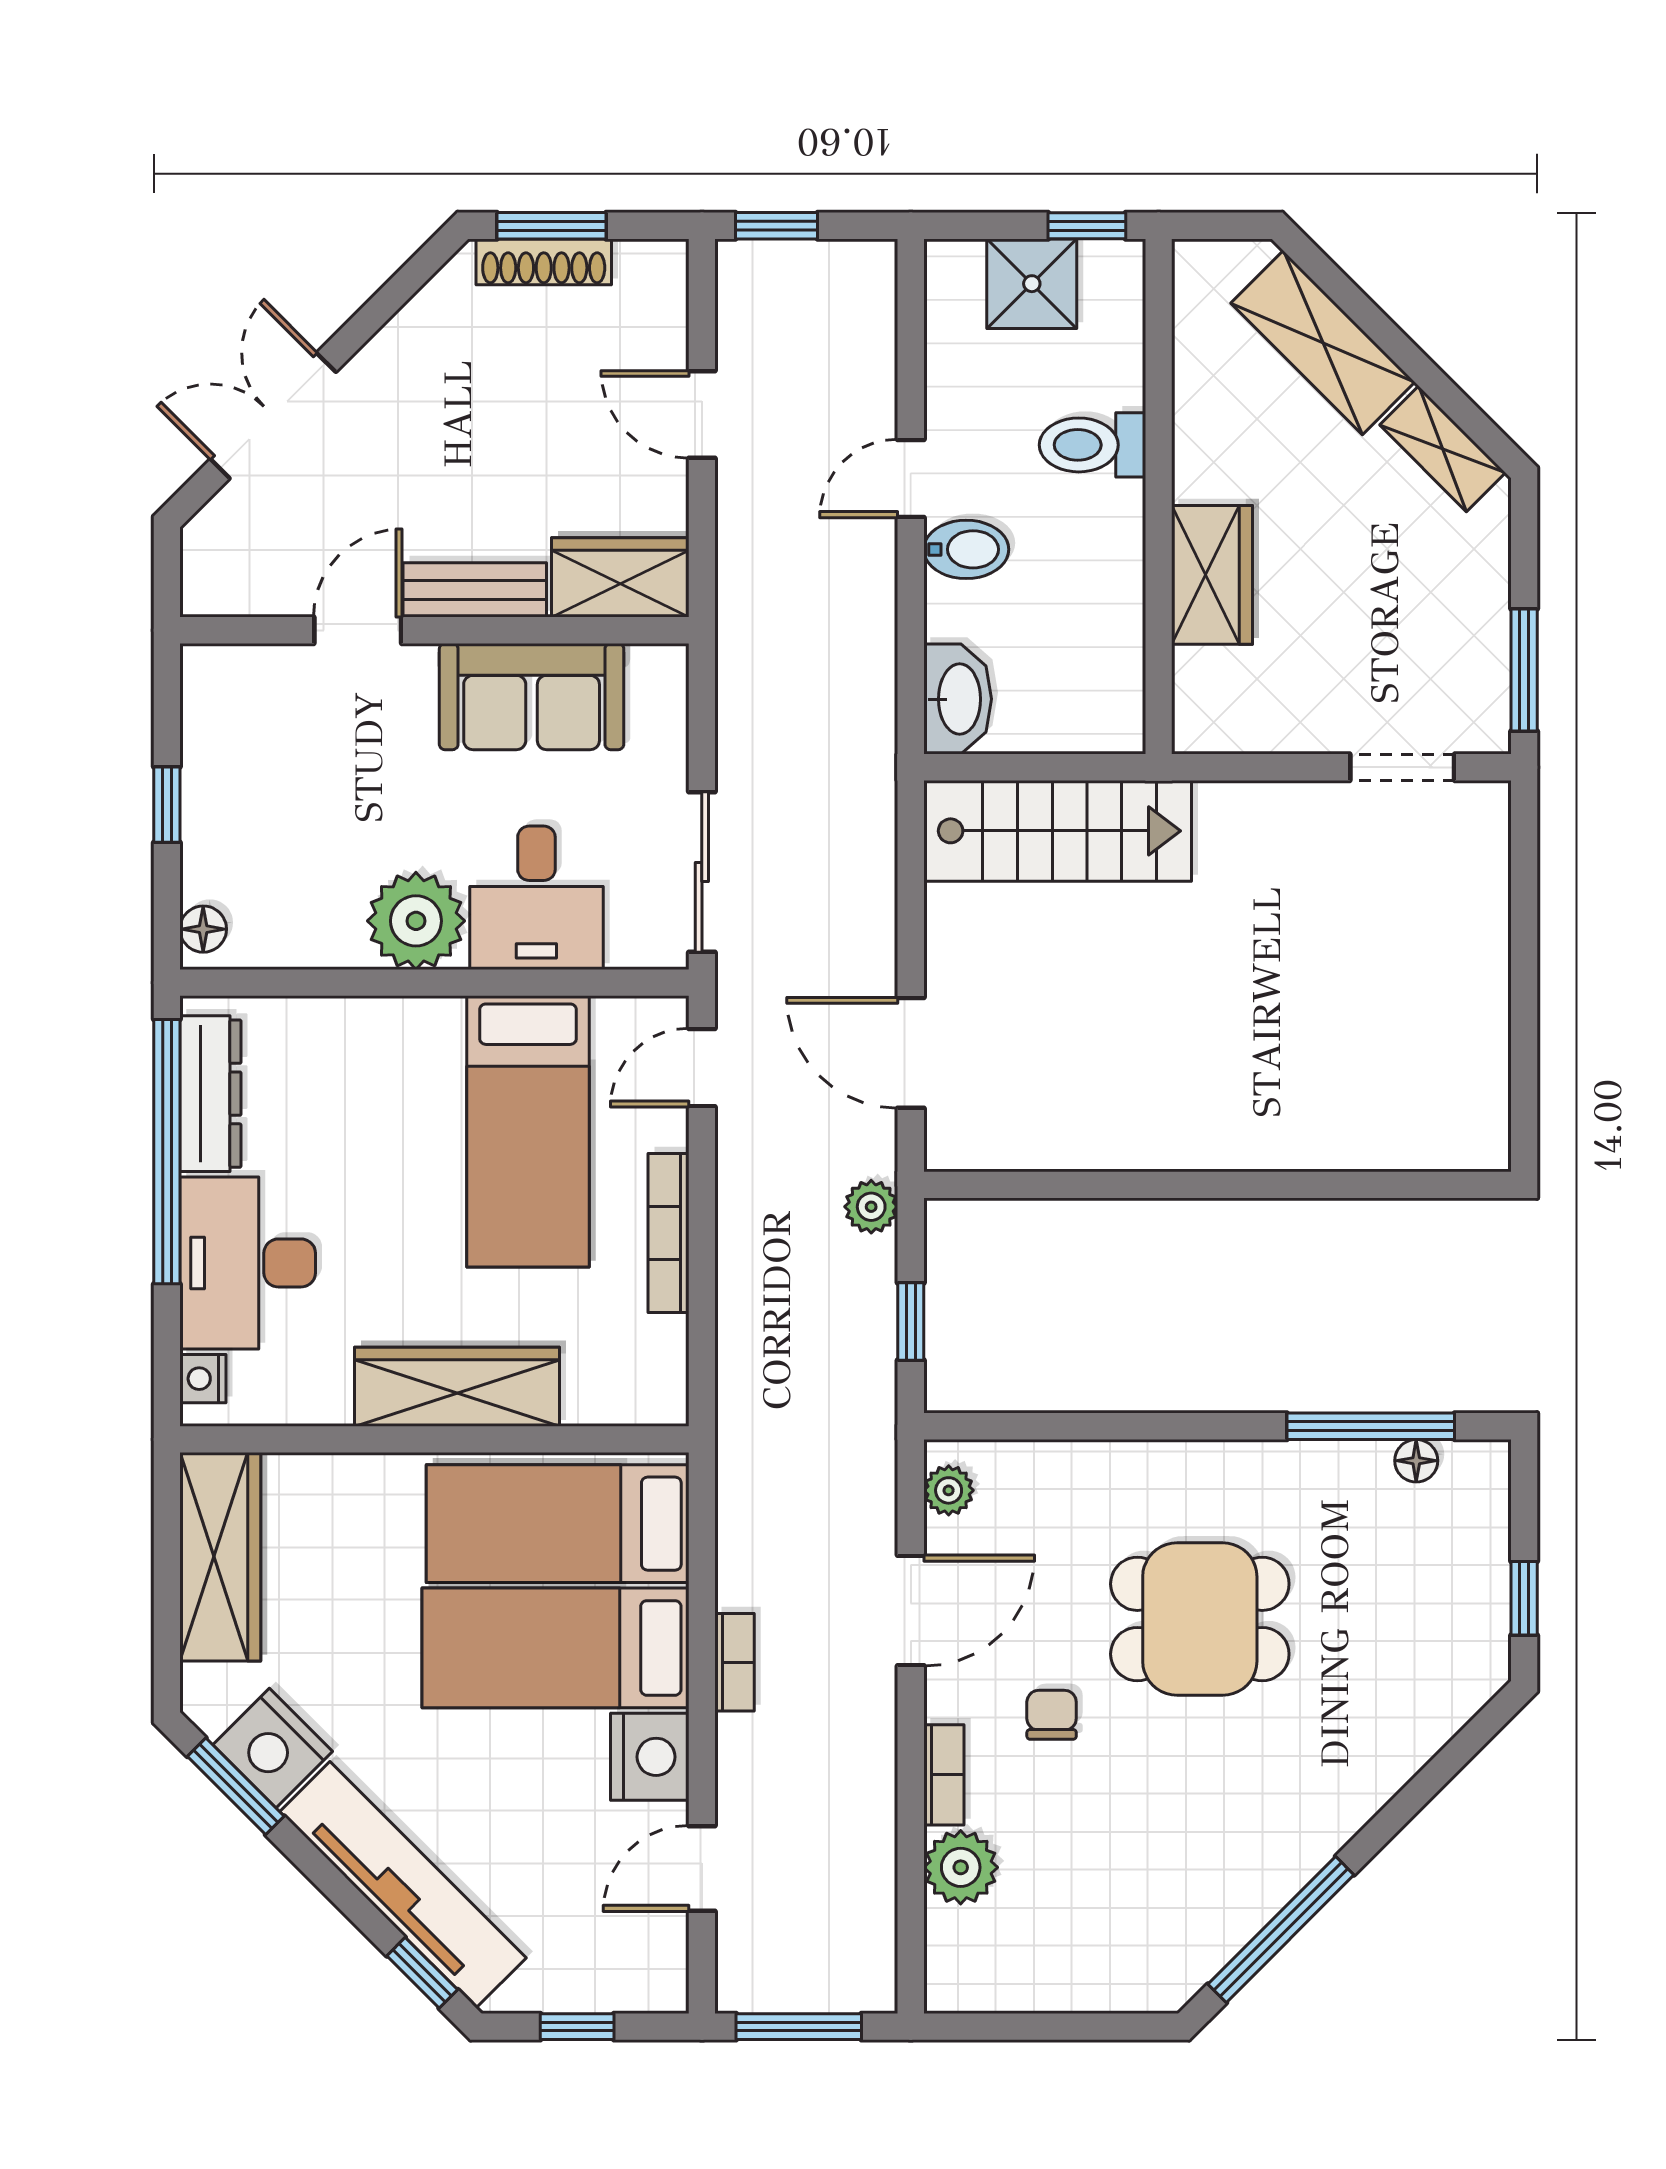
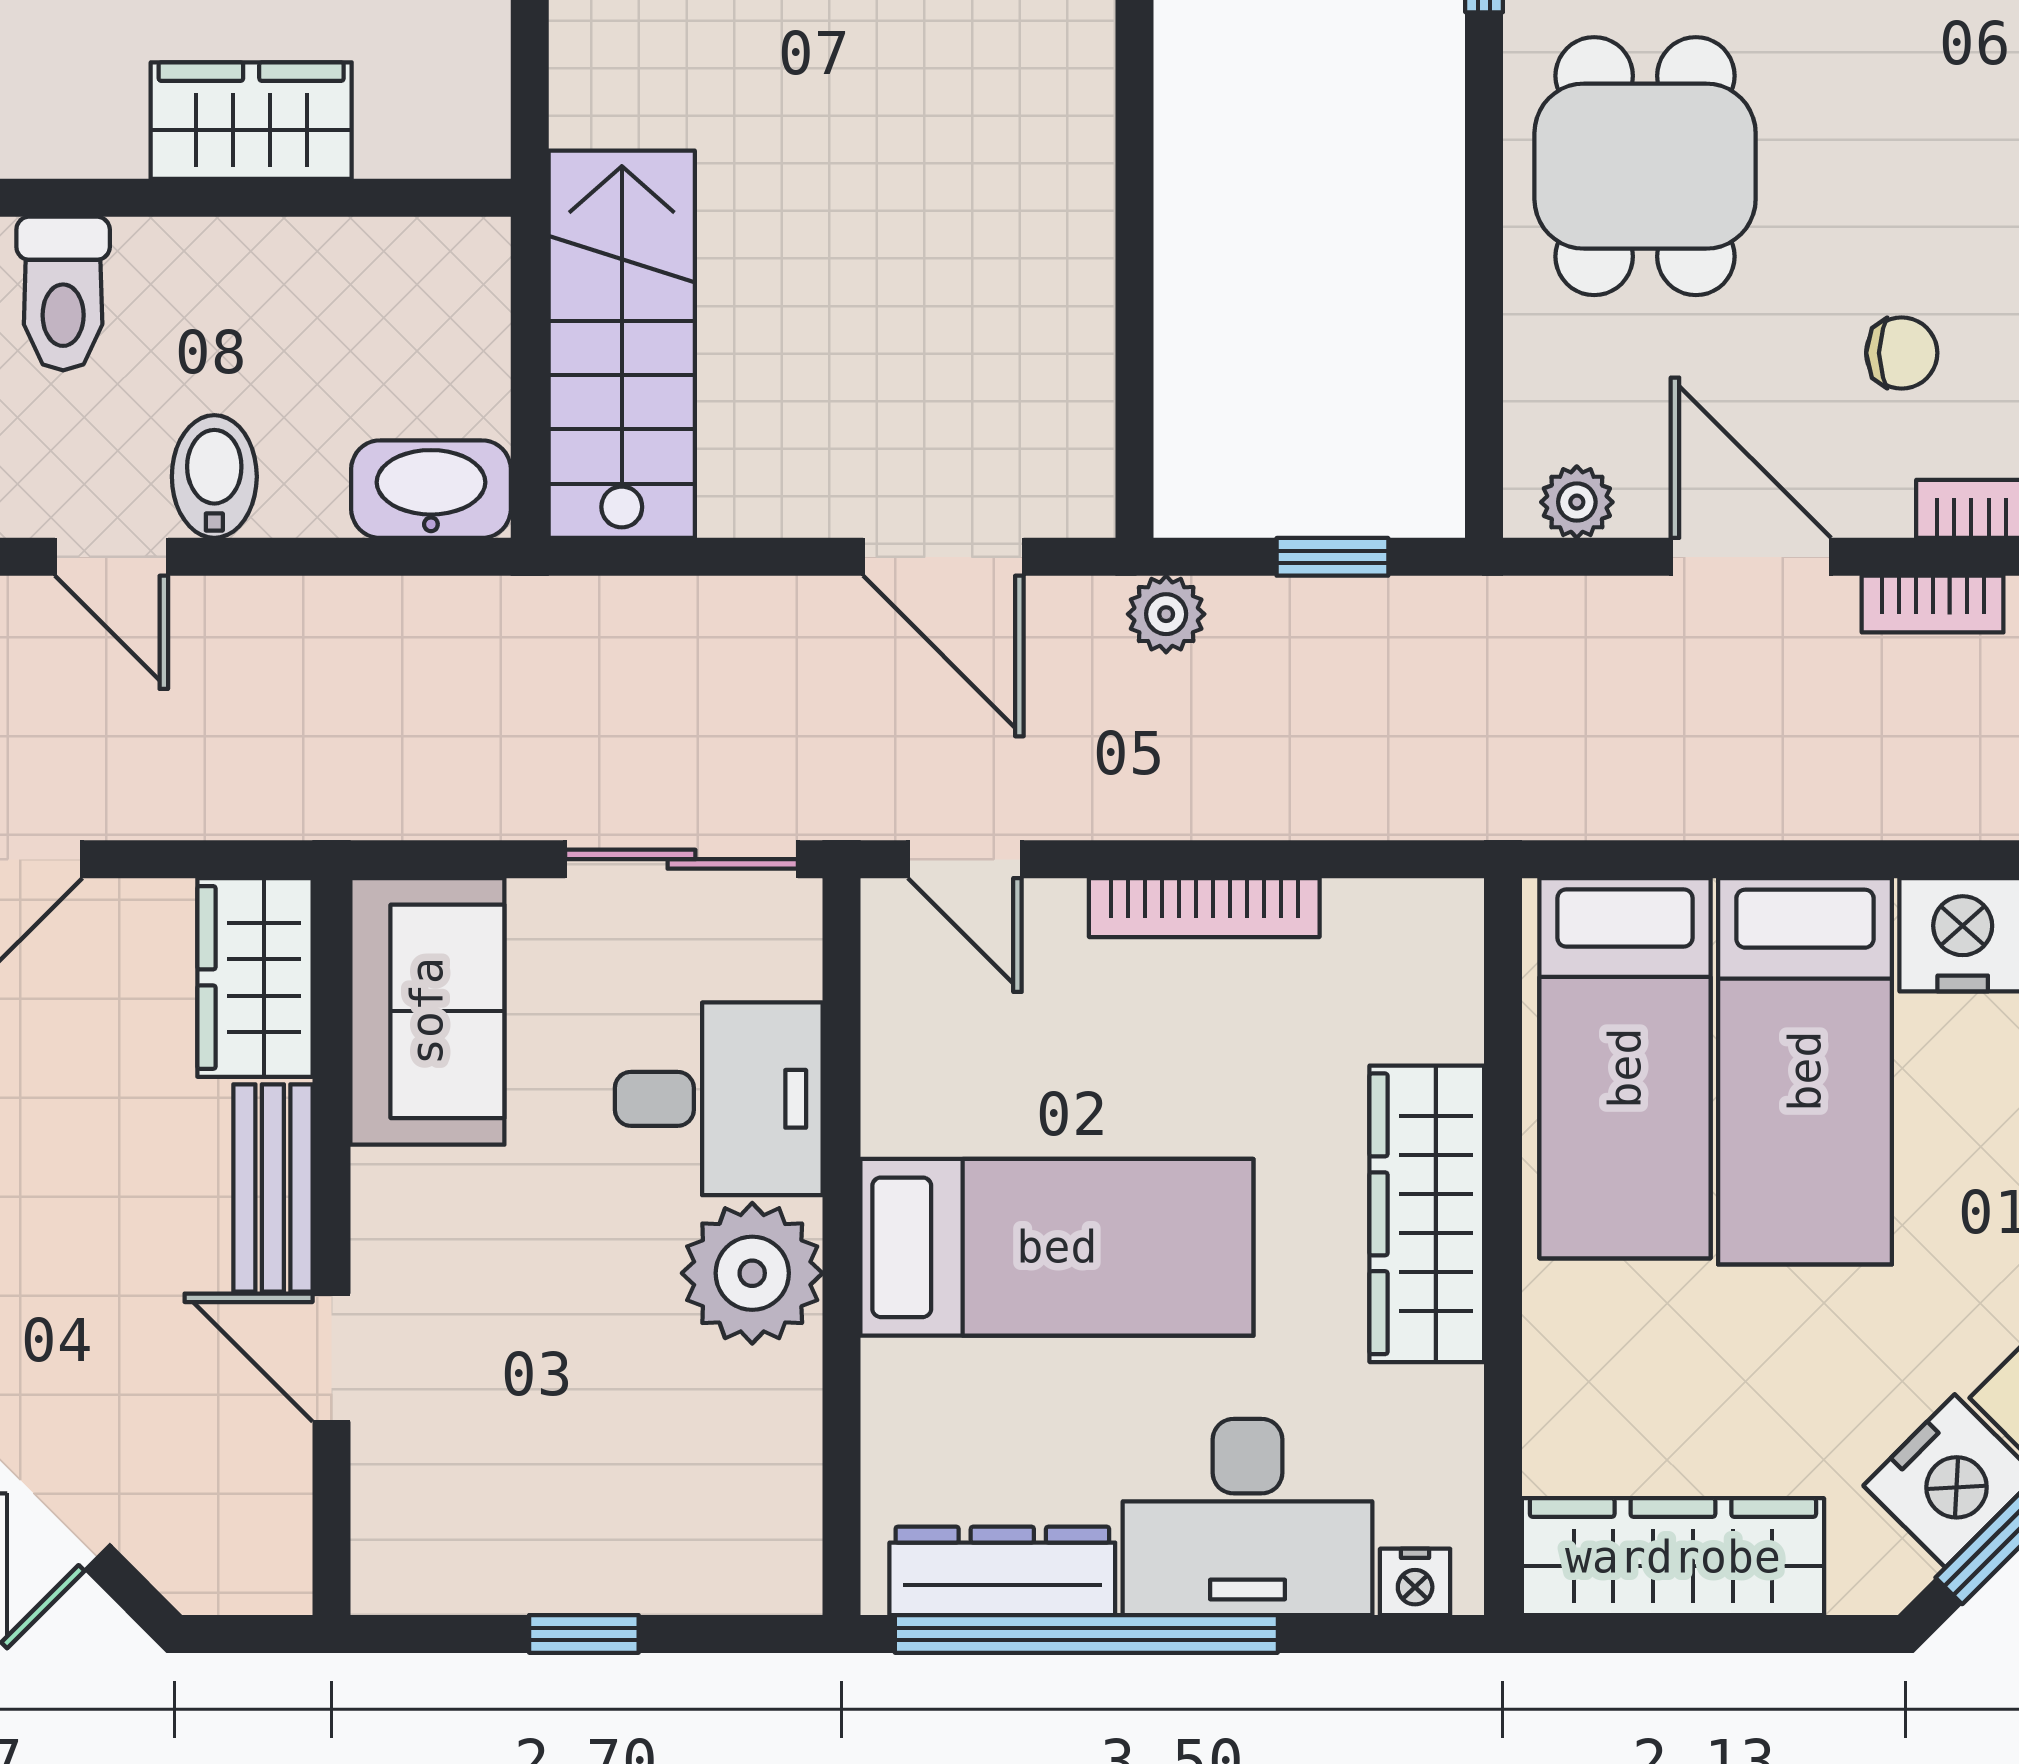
sofa: (532, 697) -> (427, 1011), moved
floor lamp: (203, 929) -> (764, 1581), removed
door: (911, 1053) -> (943, 557), hinge flipped
bed: (528, 1131) -> (1057, 1247), moved
dining table: (1200, 1619) -> (1645, 166), moved
bookcase: (735, 1662) -> (1933, 604), moved, turned 180
chair: (1052, 1715) -> (1902, 353), turned 180

